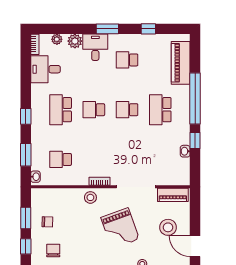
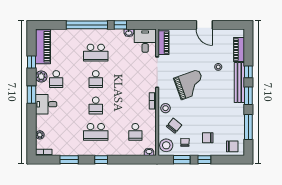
plant: (75, 41) -> (41, 76), moved
piano: (181, 63) -> (43, 47), moved, turned -90
desk: (46, 69) -> (145, 41), moved, turned 180
window: (26, 155) -> (69, 160), moved
chair: (68, 208) -> (174, 126), added
stool: (168, 227) -> (166, 145), moved
door: (195, 246) -> (204, 25), hinge flipped

